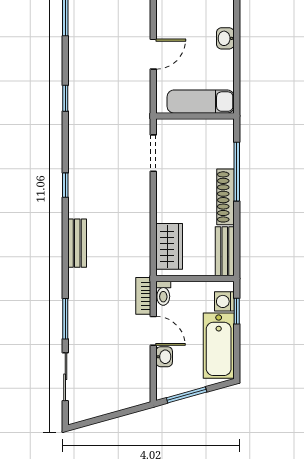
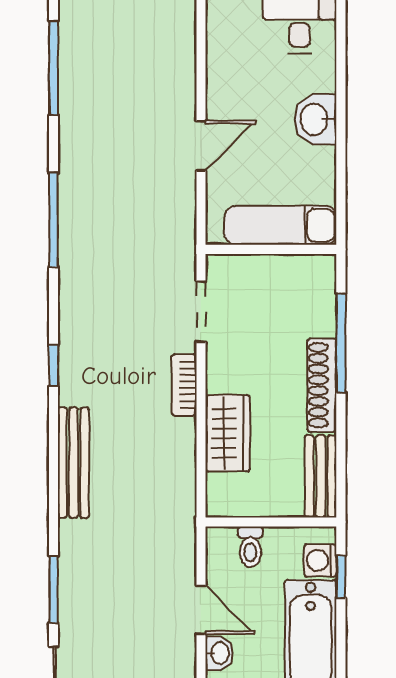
washbasin: (225, 38) -> (315, 119), width x1.38, depth x1.45
window: (65, 98) -> (54, 220), width x2.17
bench: (77, 243) -> (73, 463), width x1.36
wardrobe: (169, 246) -> (228, 433), moved
toilet: (163, 293) -> (250, 547), moved
bookcase: (143, 296) -> (184, 385), moved

